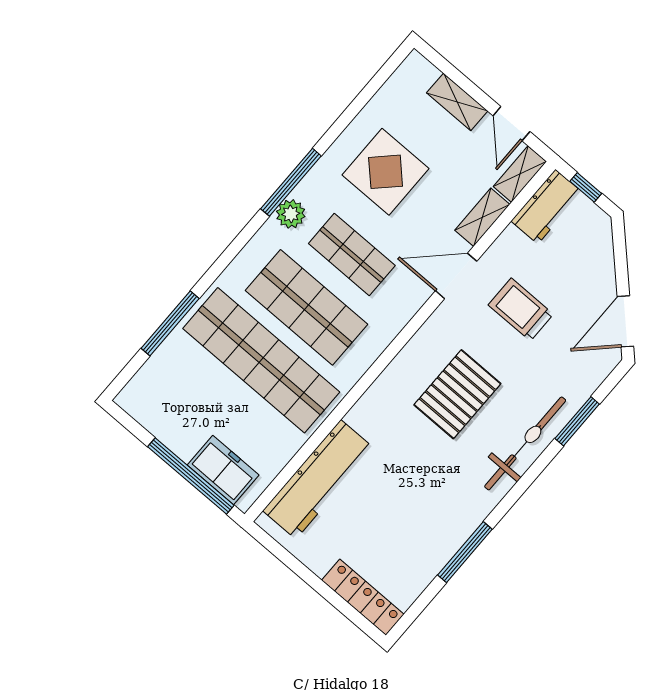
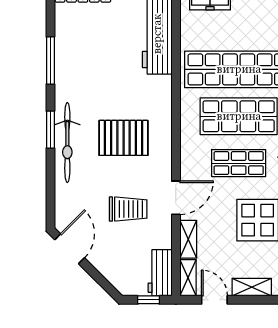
pallet: (457, 394) -> (124, 138), turned 90
window: (577, 421) -> (50, 130), moved

